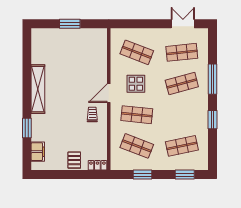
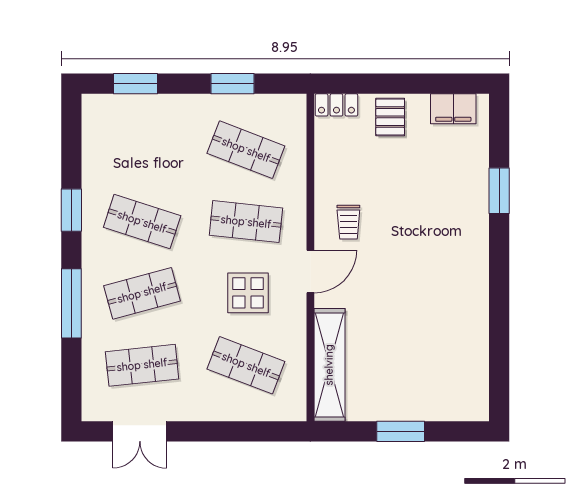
shelving: (38, 89) -> (329, 365), moved
shop shelf: (182, 146) -> (142, 222), moved, turned 30
filing cabinet: (38, 152) -> (453, 109), moved, turned -90

